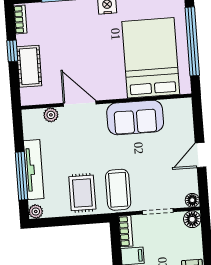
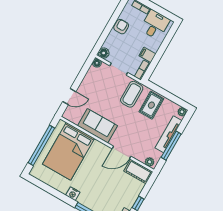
cot: (29, 66) -> (138, 171), moved, turned 90
door: (80, 104) -> (122, 152), hinge flipped
plant: (51, 115) -> (150, 162), moved
door: (201, 155) -> (69, 97), moved
window: (21, 176) -> (171, 146), moved

